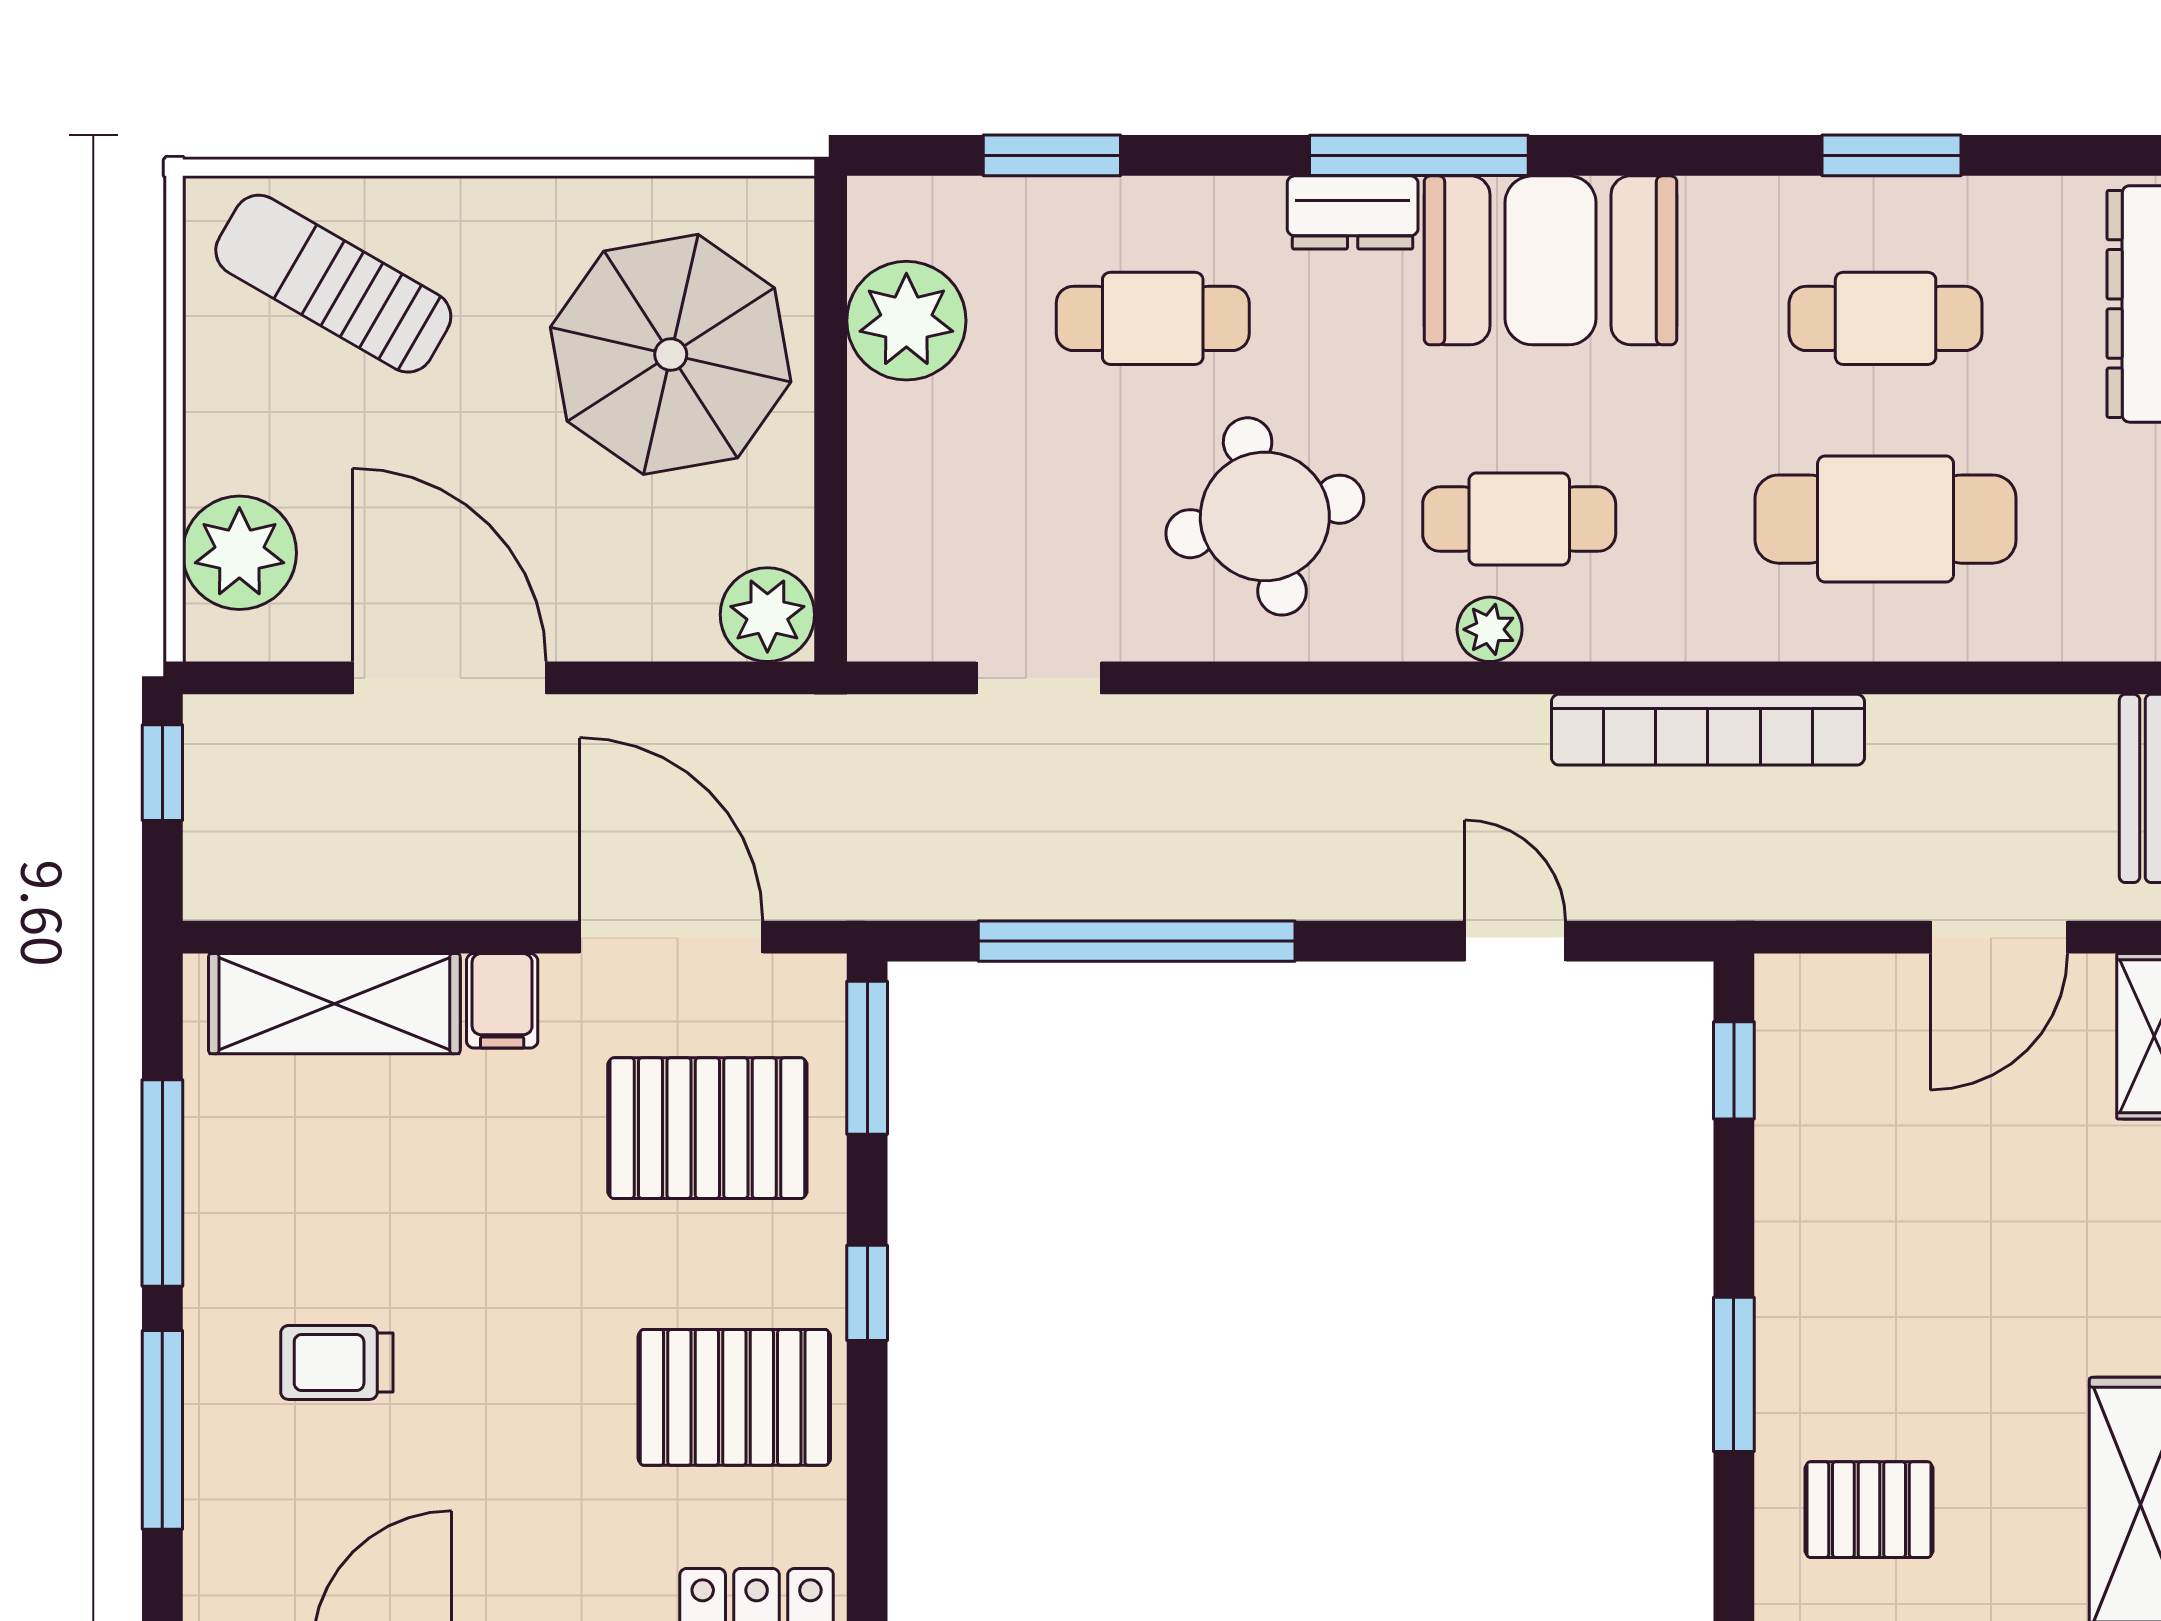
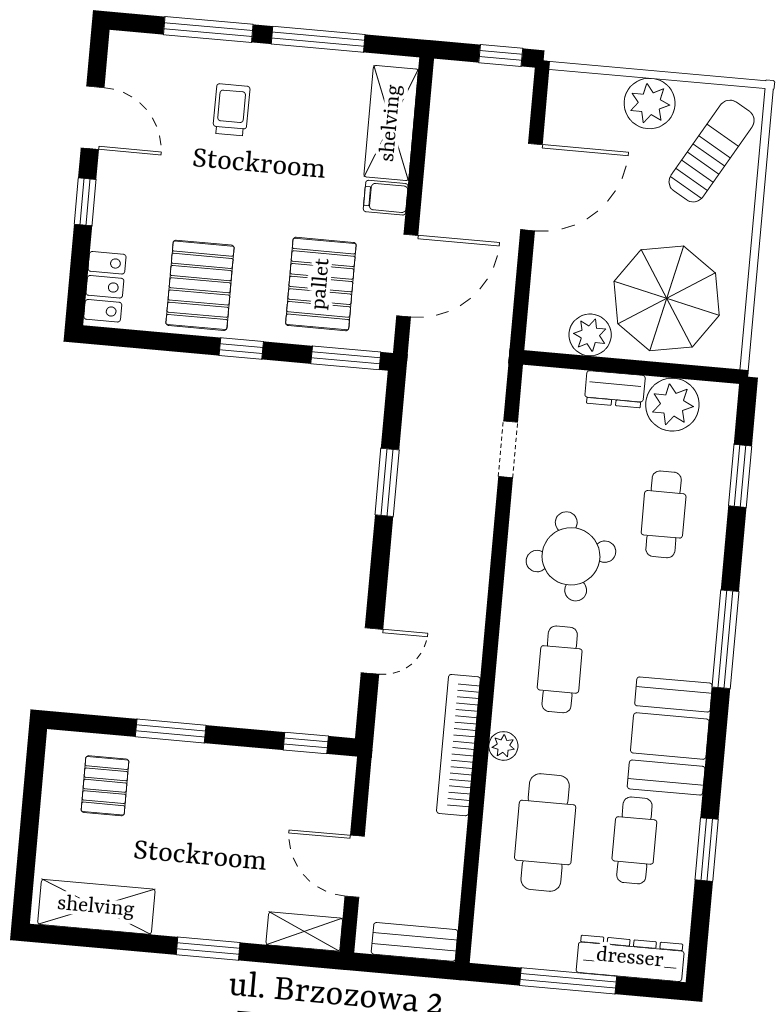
dresser: (1353, 212) -> (615, 389), moved, turned -90
booth: (1551, 260) -> (670, 736), moved
plant: (239, 553) -> (650, 103), moved
plant: (767, 615) -> (590, 335), moved
plant: (1490, 629) -> (503, 746), moved
window: (1137, 941) -> (387, 482), width x0.47

